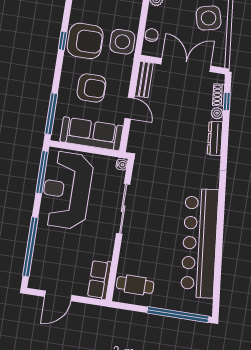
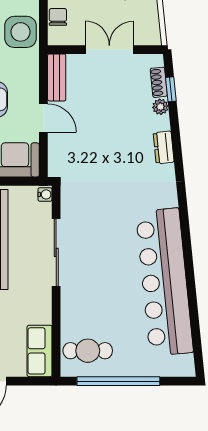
double door: (186, 65) -> (109, 50), width x0.73
dresser: (215, 138) -> (164, 147), width x0.70
window: (178, 315) -> (118, 381), moved

